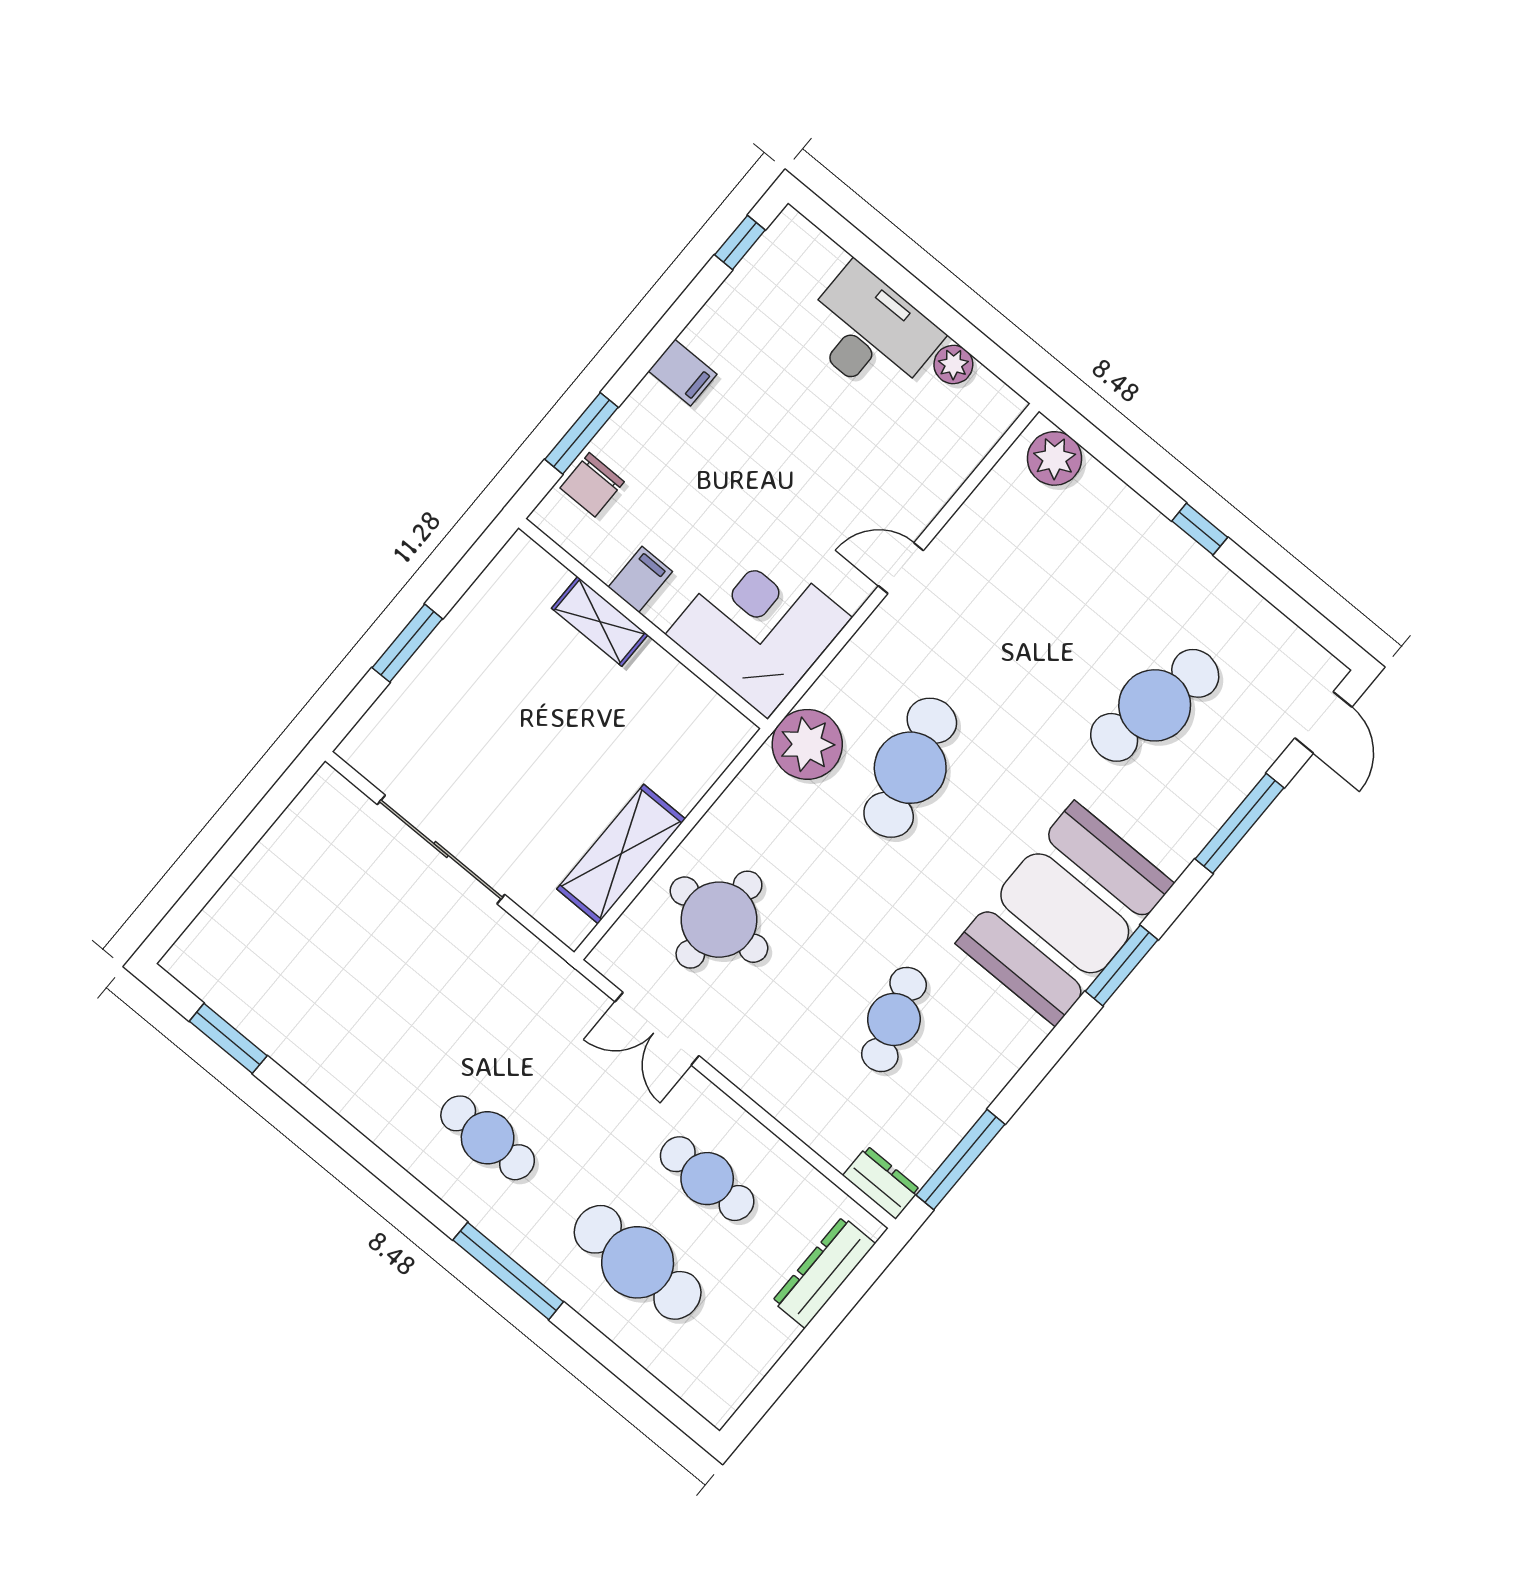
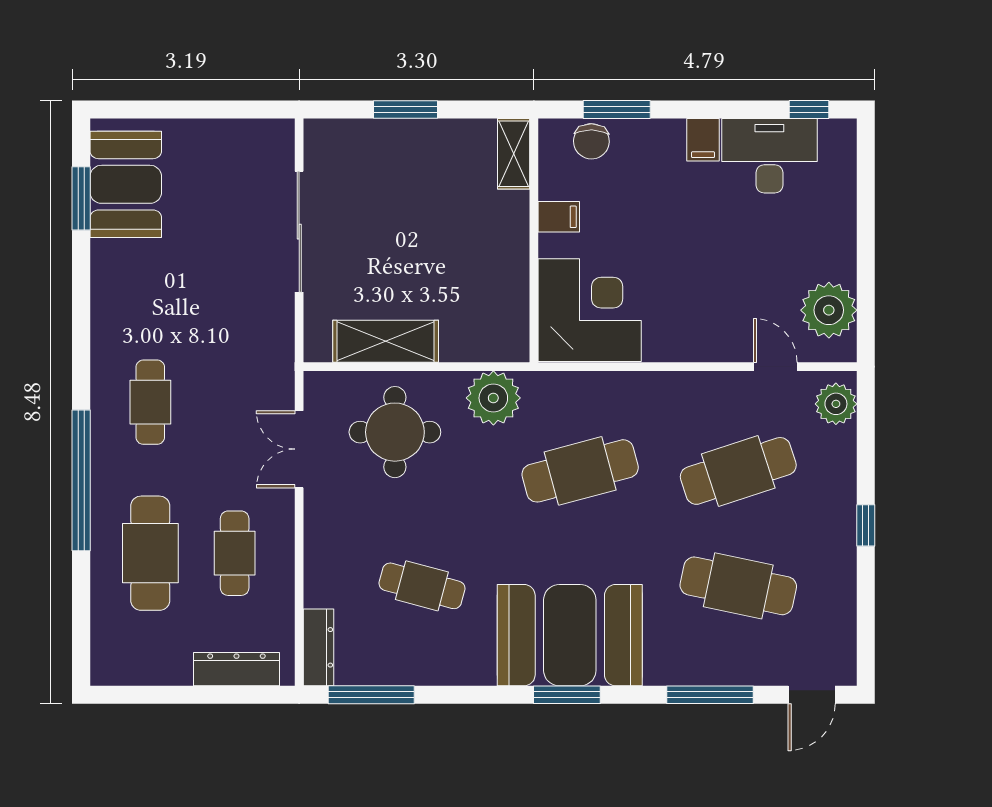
desk: (870, 333) -> (769, 156), moved, turned -90
plant: (953, 365) -> (829, 310), width x1.88, depth x1.88
chair: (592, 485) -> (591, 141), turned -89
door: (901, 568) -> (775, 367), moved
cafe table: (1041, 611) -> (738, 471), added
shelving: (600, 621) -> (514, 154), moved
plant: (807, 744) -> (493, 398), moved
booth: (251, 983) -> (126, 184), added
cafe table: (894, 1019) -> (422, 586), turned 33
dresser: (881, 1183) -> (319, 647), width x1.44
window: (508, 1271) -> (81, 480), width x1.46

